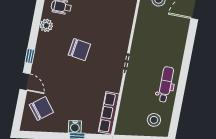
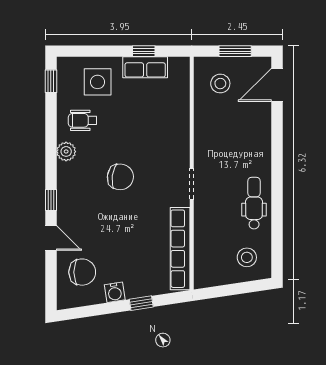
chair: (41, 108) -> (82, 272), turned 38
row of seats: (109, 113) -> (180, 249), width x1.36
water cooler: (75, 127) -> (115, 292), moved

